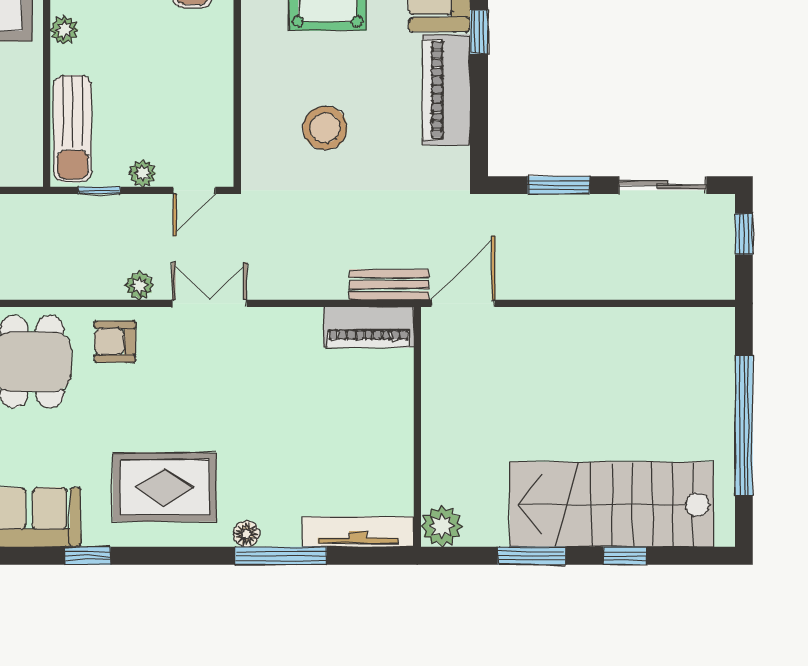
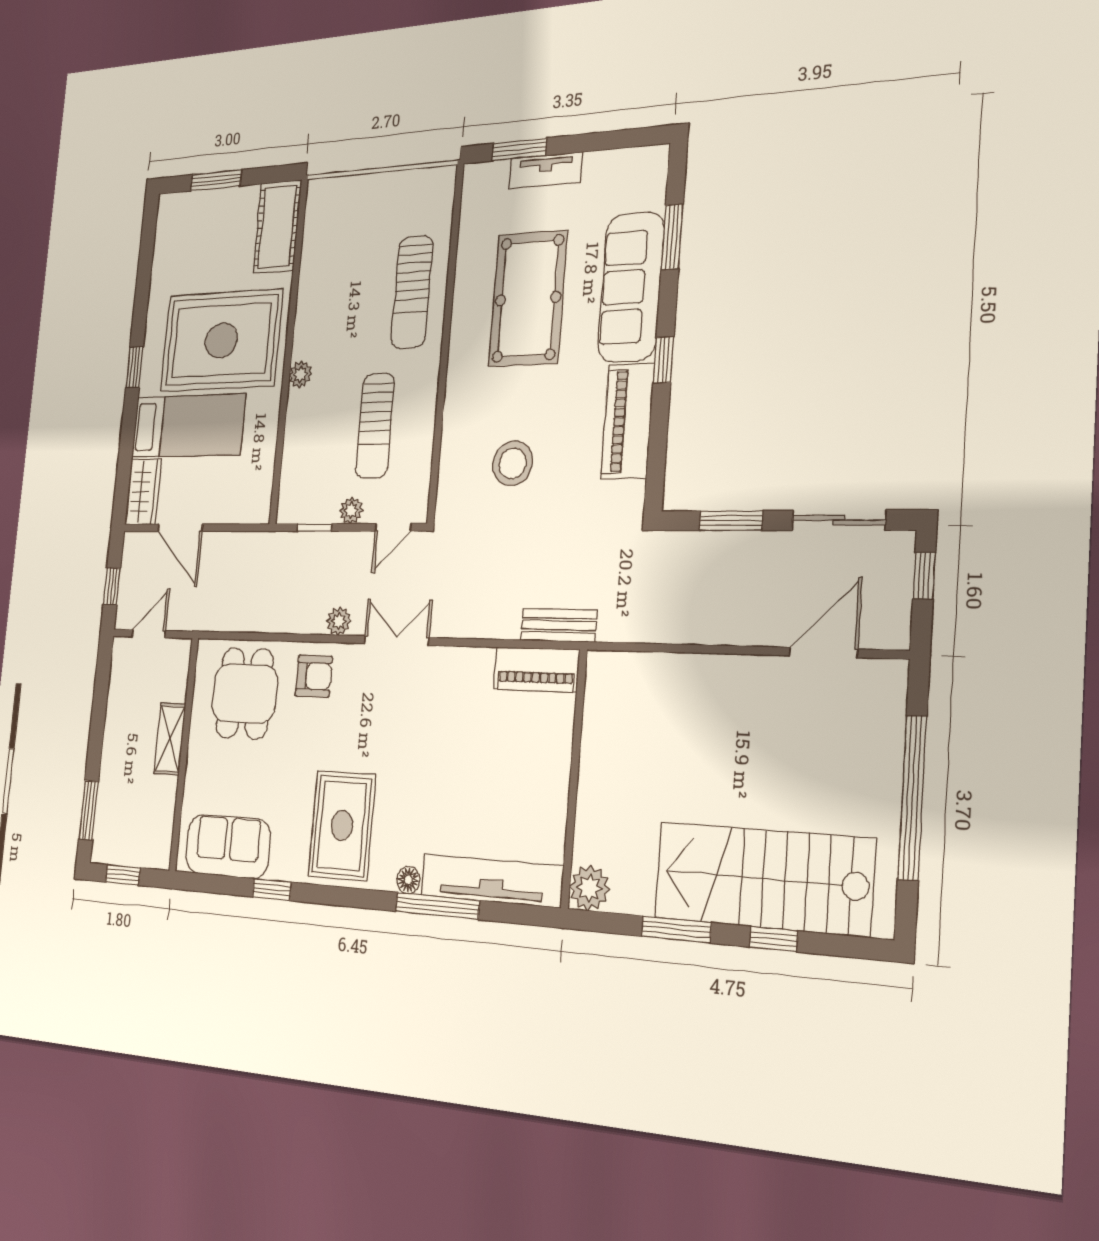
sun lounger: (73, 129) -> (375, 426), moved
door: (463, 303) -> (823, 652), moved
armchair: (115, 342) -> (314, 676), turned 180
rug: (165, 487) -> (342, 825), turned 90
tv unit: (358, 532) -> (491, 881), width x1.36, depth x1.29

